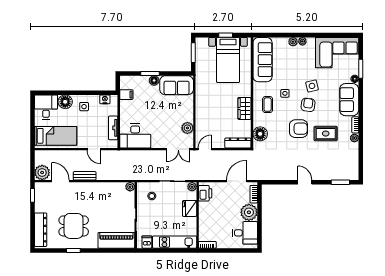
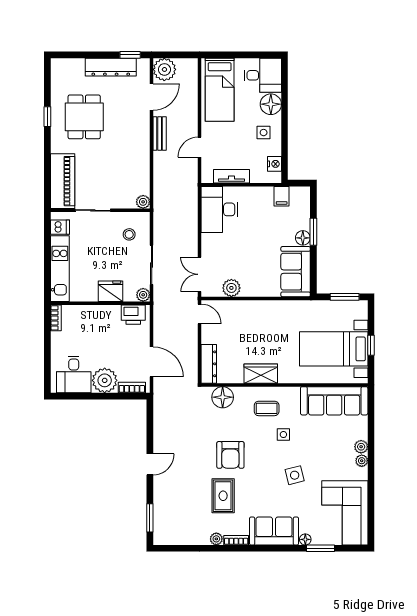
armchair: (308, 105) -> (266, 469), removed
dresser: (41, 230) -> (111, 67), moved

